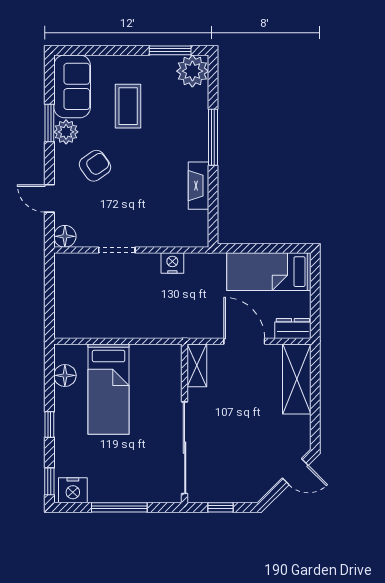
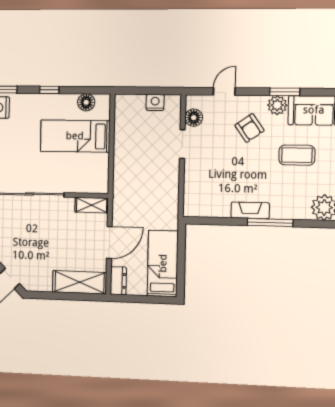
fireplace: (198, 186) -> (250, 210), moved
floor lamp: (65, 236) -> (194, 118), moved
nightstand: (172, 263) -> (155, 102), moved, turned -90

